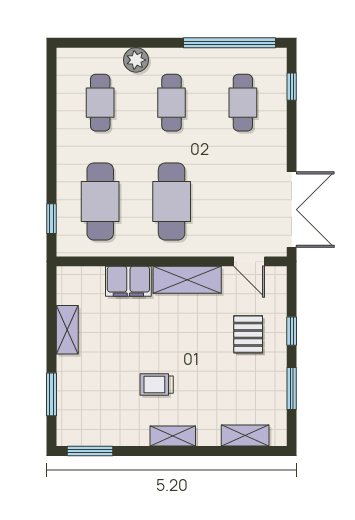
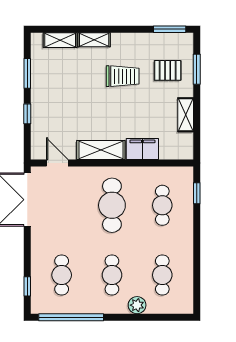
cafe table: (100, 201) -> (162, 205), width x0.73, depth x0.74
pallet: (248, 334) -> (168, 70), moved, turned 90
trolley: (157, 385) -> (123, 76), width x1.36, depth x1.39
shelving: (173, 436) -> (94, 40), moved

